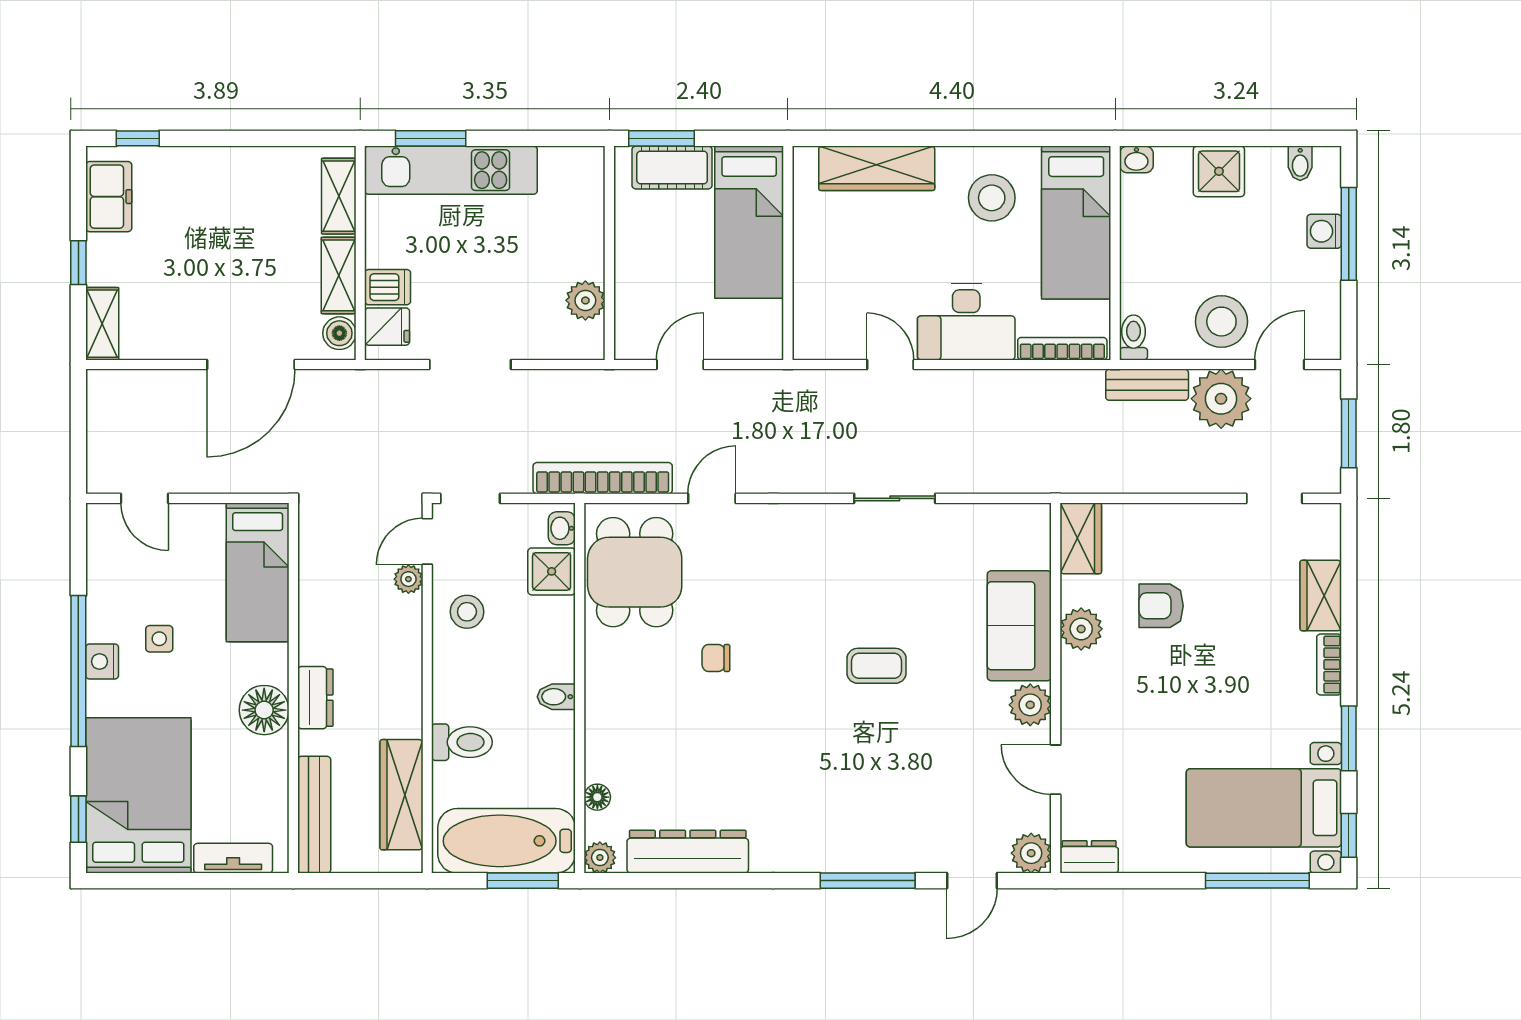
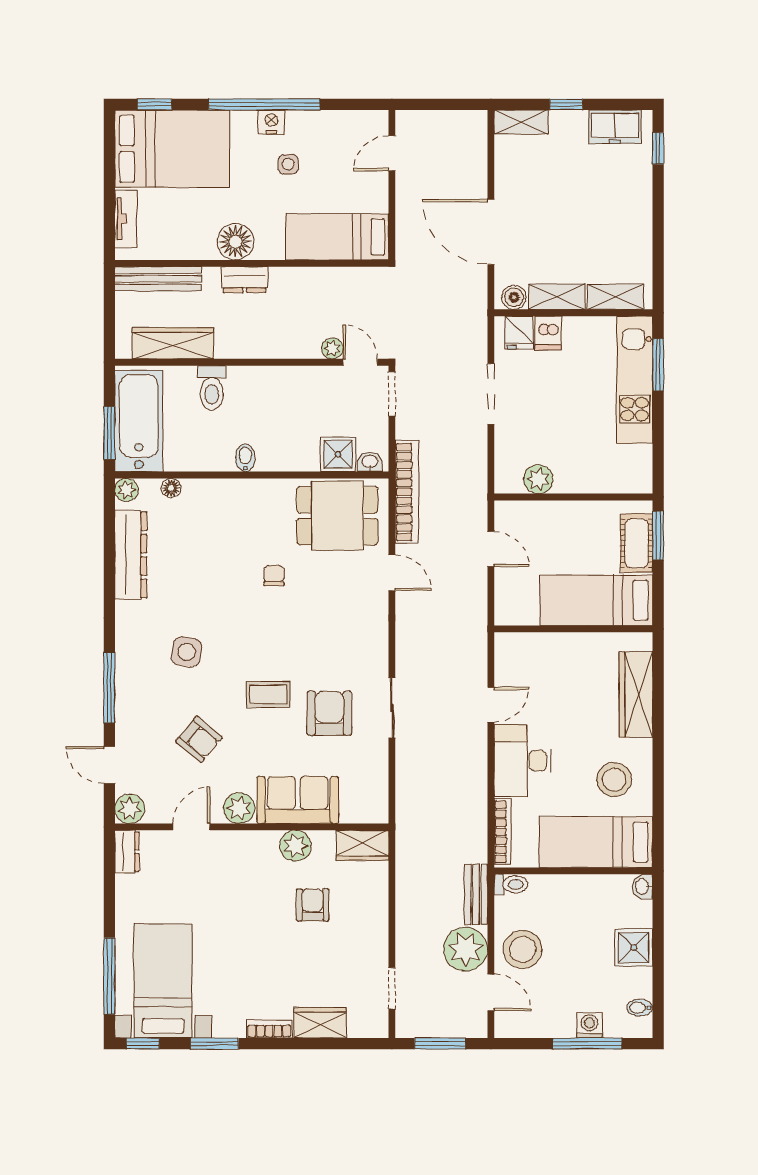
armchair: (902, 583) -> (329, 713), added
stool: (467, 612) -> (308, 392), removed
coffee table: (877, 666) -> (268, 694), turned 90
armchair: (937, 759) -> (199, 739), added
side table: (819, 776) -> (187, 652), added

